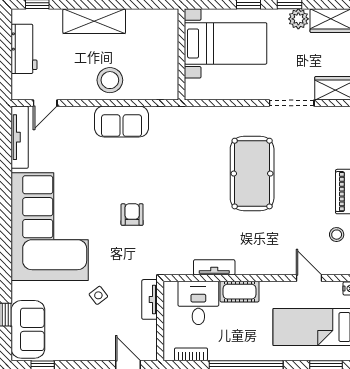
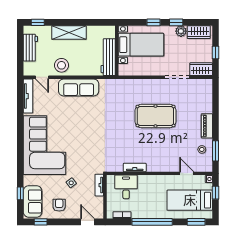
workbench: (166, 66) -> (108, 57), added
stool: (110, 80) -> (61, 65), moved
door: (45, 103) -> (42, 77), hinge flipped
sofa: (122, 122) -> (79, 87), width x1.36
pool table: (252, 174) -> (155, 116), turned 90
armchair: (132, 215) -> (59, 205), moved
cot: (240, 292) -> (149, 181), removed

